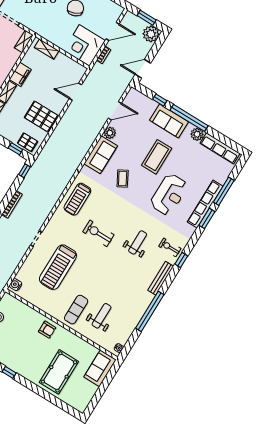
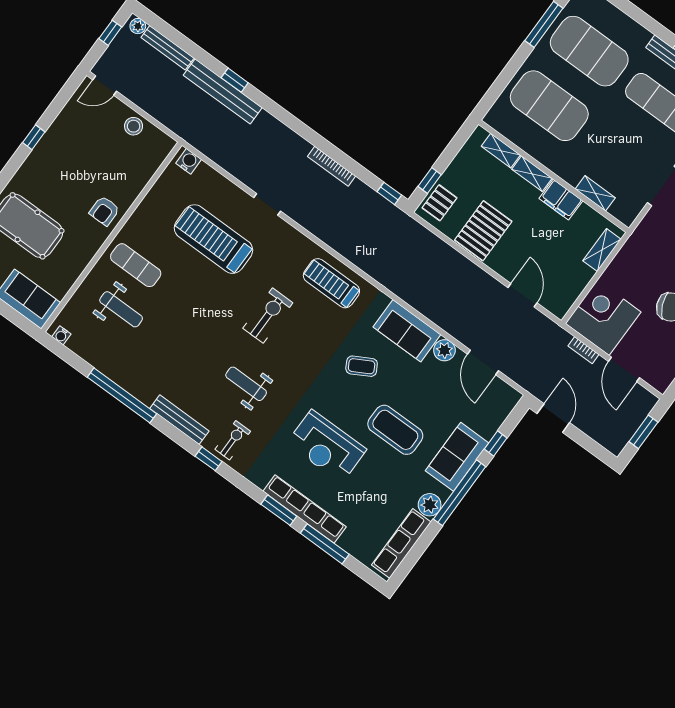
plant: (151, 34) -> (614, 437), removed
shelving: (24, 41) -> (595, 193), moved
weight bench: (138, 242) -> (246, 384), turned 180

